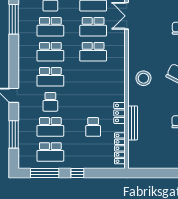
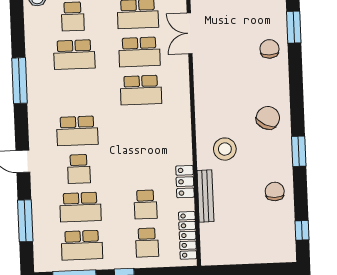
window: (14, 19) -> (20, 81), moved
school desk: (50, 52) -> (147, 243), moved, width x0.54
stool: (143, 78) -> (225, 149), moved

